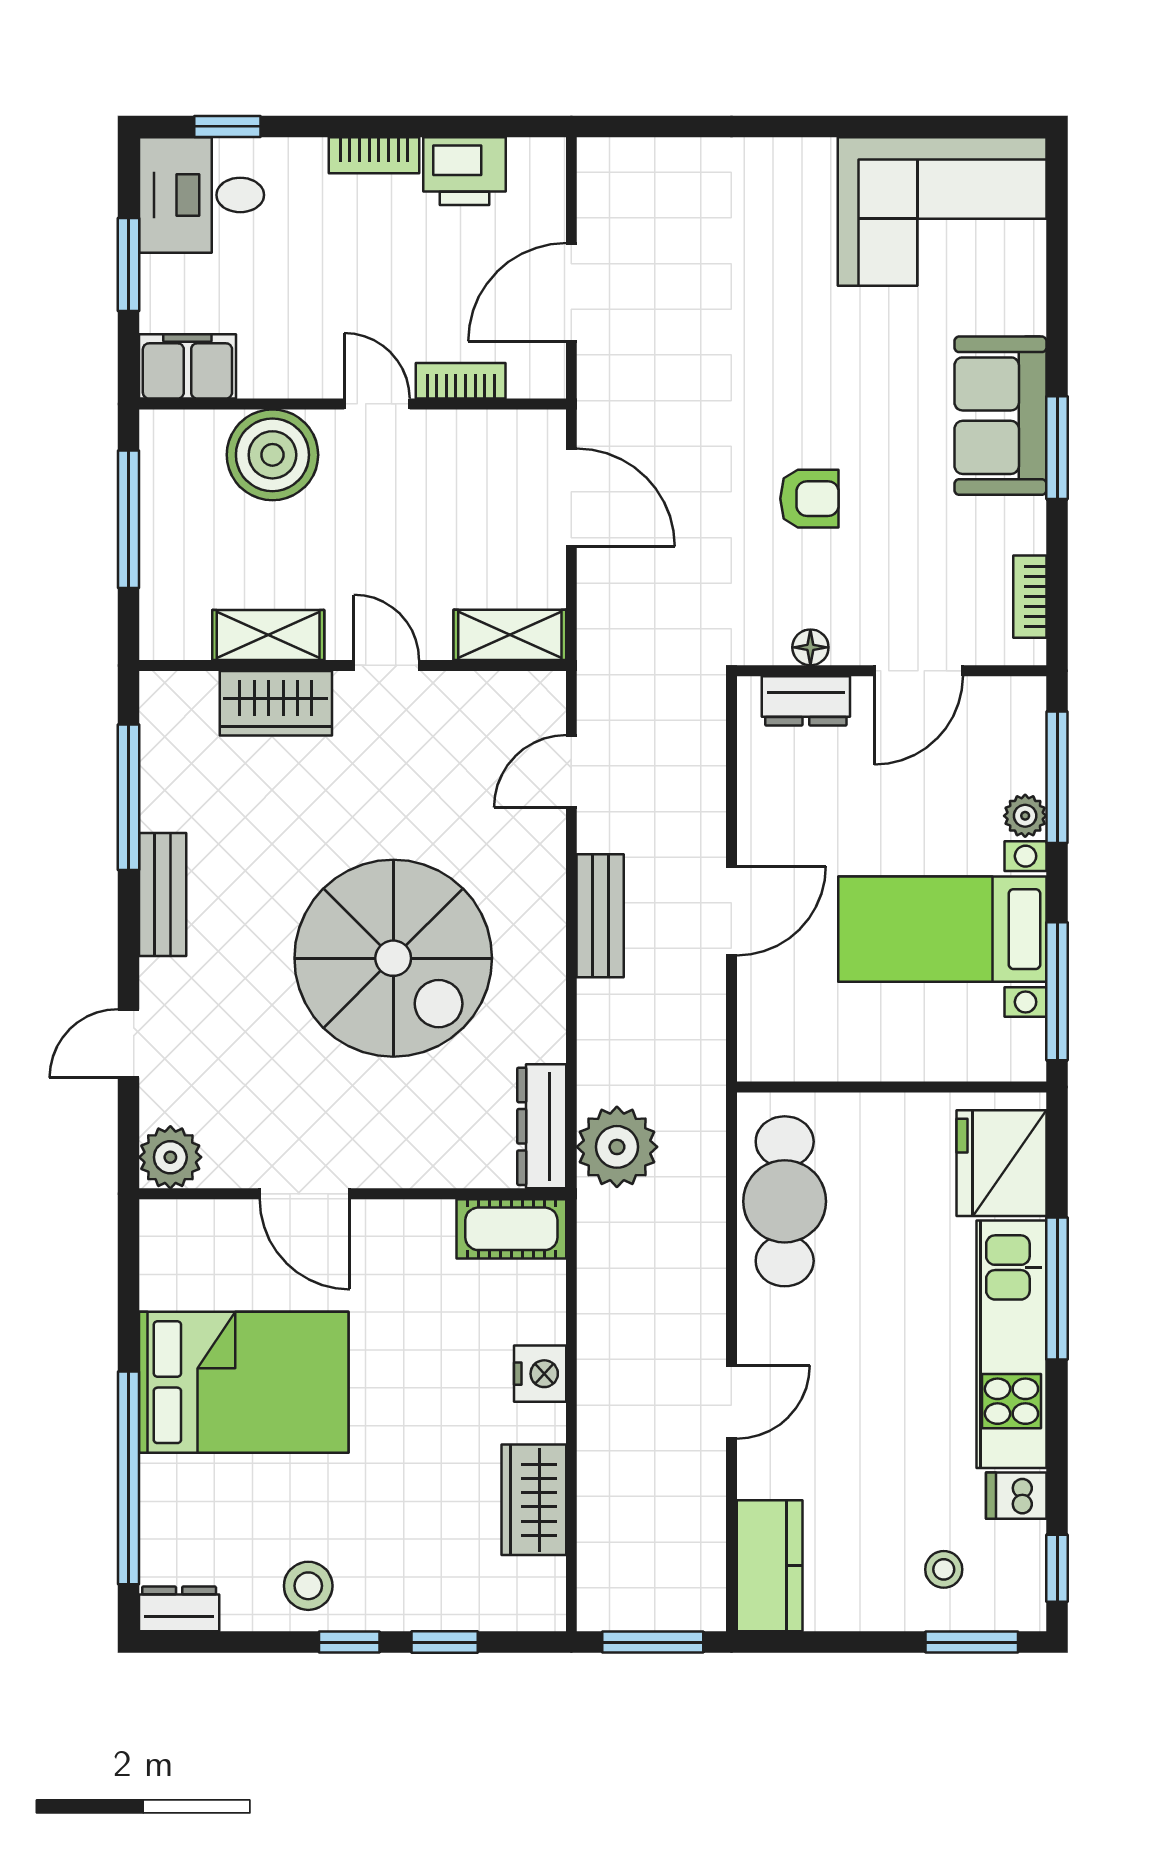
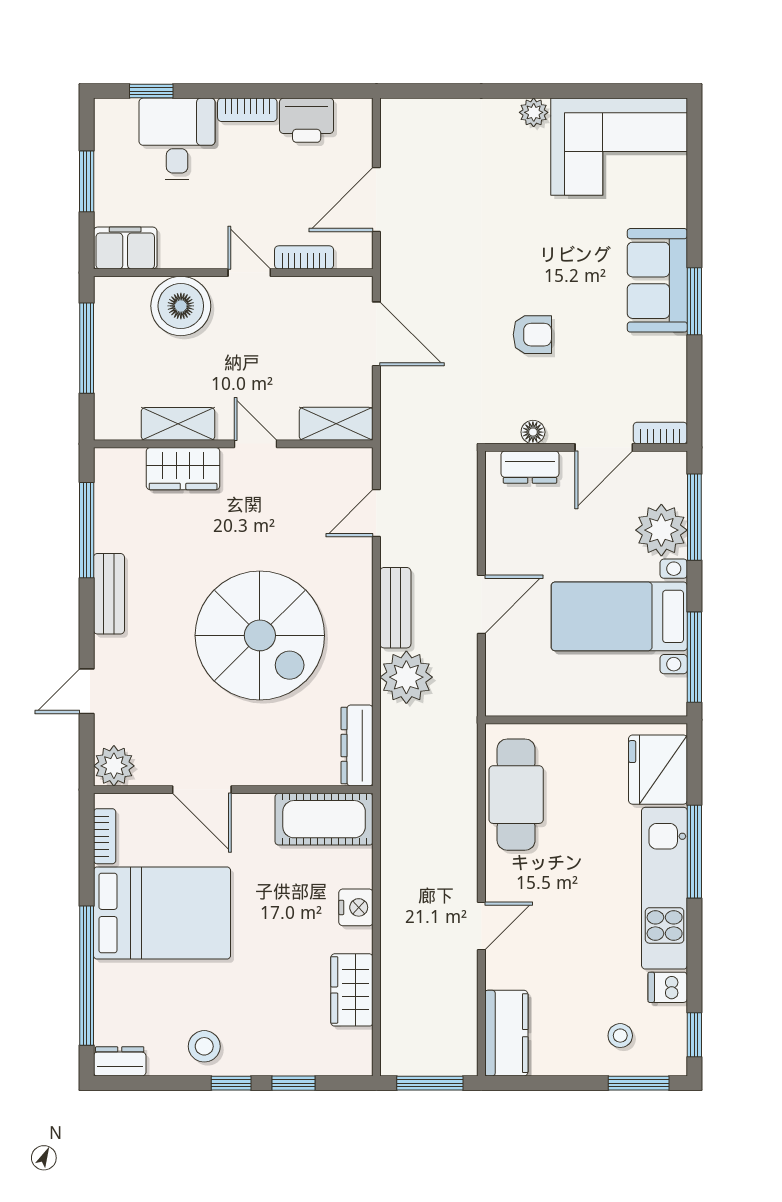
plant: (811, 159) -> (534, 112), added
desk: (202, 195) -> (177, 139), moved, turned 90
bookcase: (1030, 597) -> (660, 433), moved, turned 90
plant: (1025, 816) -> (661, 530), width x1.88, depth x1.88
plant: (617, 1147) -> (406, 677), moved
cot: (511, 1229) -> (324, 819), width x1.37, depth x1.34
bookcase: (156, 1265) -> (105, 836), added

